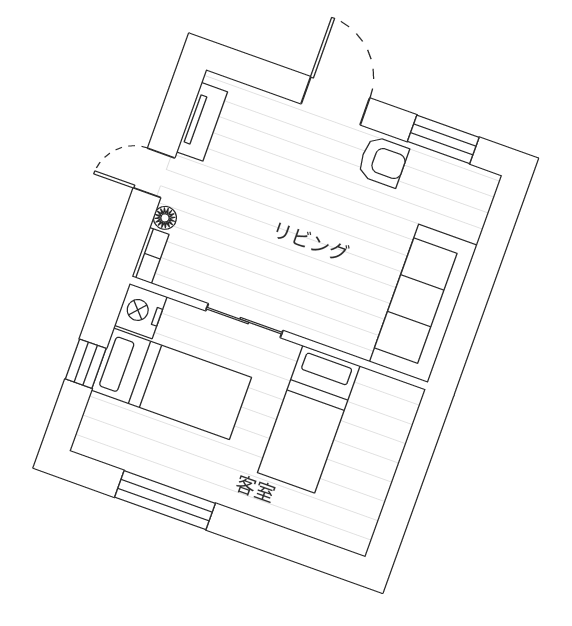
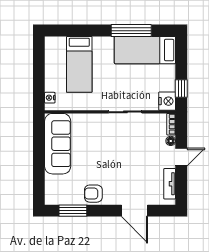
door: (335, 101) -> (135, 211), moved
window: (86, 364) -> (181, 89), moved
bed: (171, 384) -> (145, 50), moved
nightstand: (404, 414) -> (50, 98), added
bed: (309, 419) -> (79, 64), moved, turned 180

